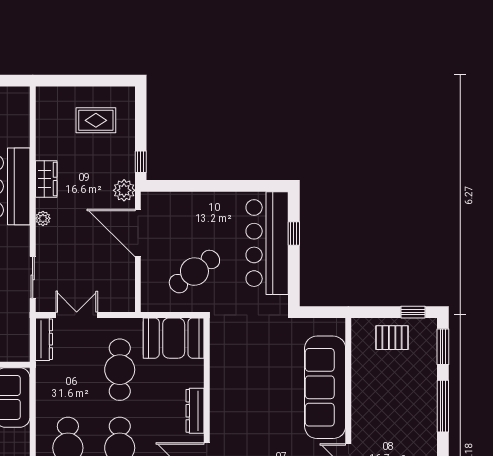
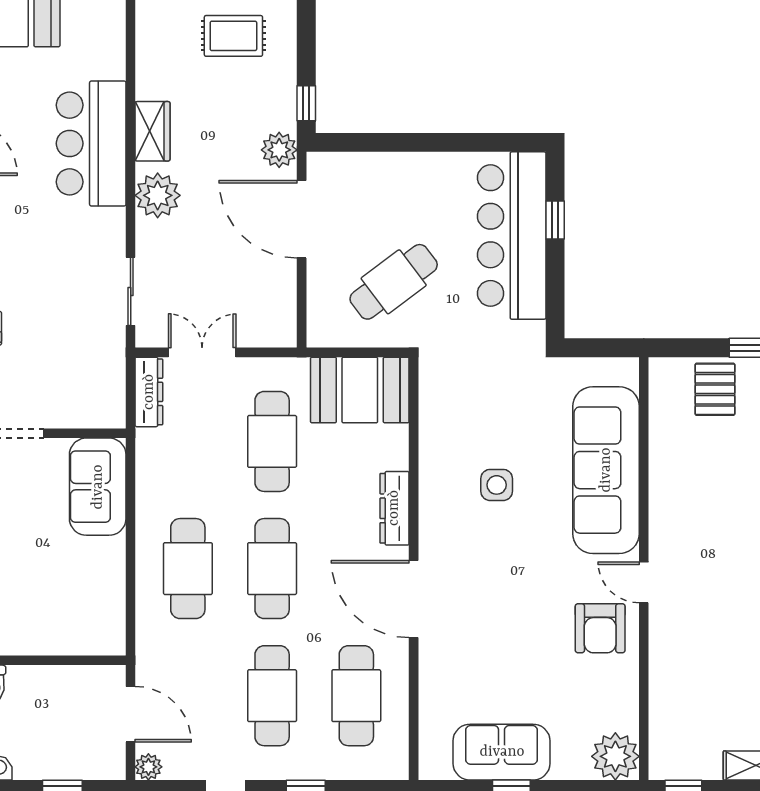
plant: (43, 218) -> (158, 195), width x1.87, depth x1.87
pallet: (392, 338) -> (715, 389), turned 90
side table: (258, 396) -> (497, 485), added

